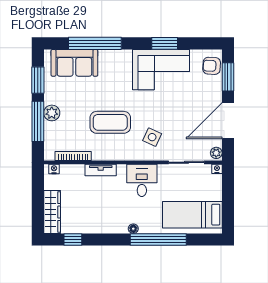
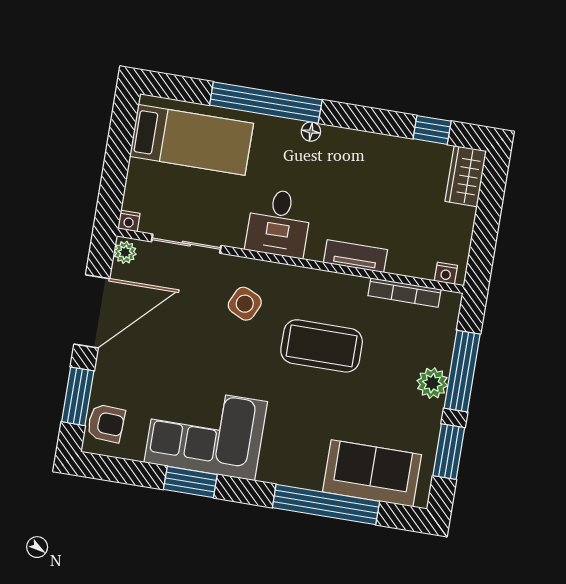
wardrobe: (52, 212) -> (466, 176), width x0.67

